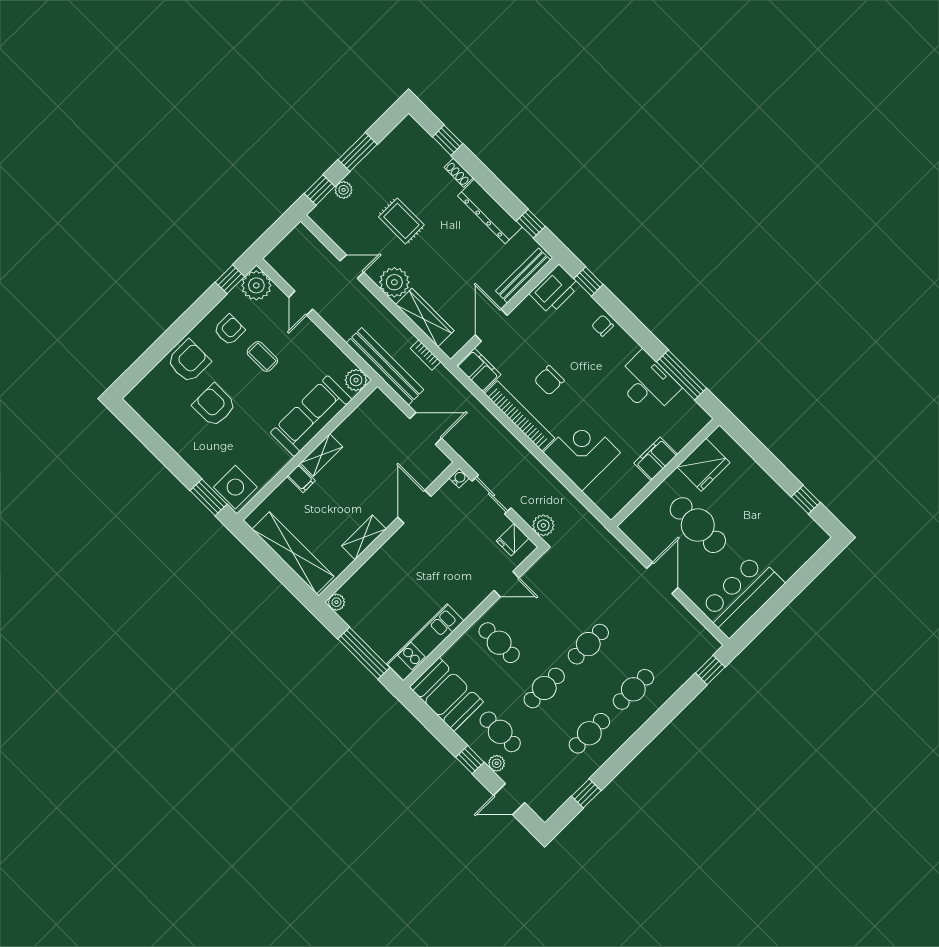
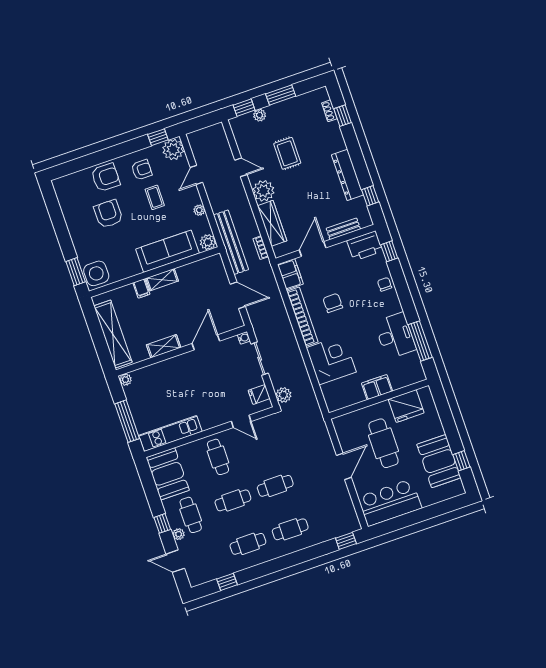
shoe rack: (459, 173) -> (329, 111), moved
bench: (523, 275) -> (343, 229), width x0.73
plant: (326, 345) -> (199, 210), added
chair: (549, 380) -> (333, 303), turned 90
booth: (778, 514) -> (439, 461), added

